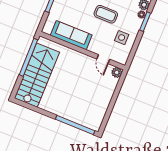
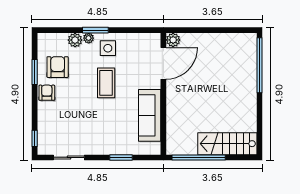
side table: (122, 38) -> (108, 48), moved
door: (103, 59) -> (163, 63), width x1.88
stairs: (37, 75) -> (227, 144), width x0.73, depth x0.66

